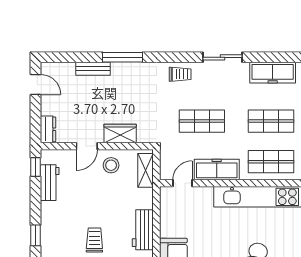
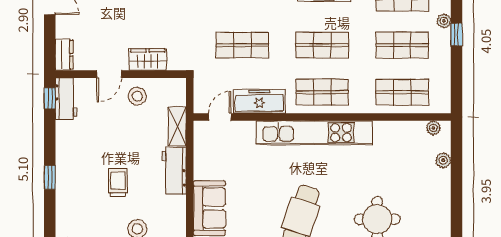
shelving: (146, 170) -> (177, 126), moved
workbench: (50, 183) -> (66, 99), moved

